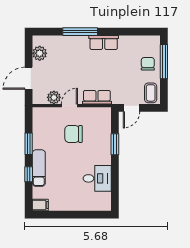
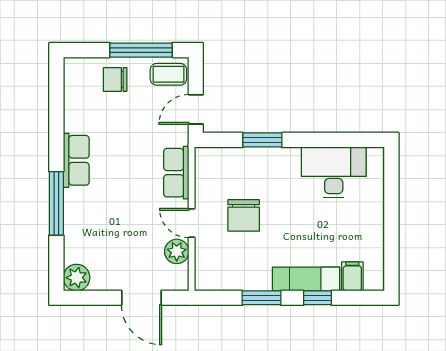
plant: (40, 53) -> (77, 278), moved
window: (164, 62) -> (141, 50), moved
door: (131, 108) -> (196, 109), swing flipped
desk: (97, 178) -> (334, 172), width x1.37
filing cabinet: (40, 205) -> (352, 276), moved

